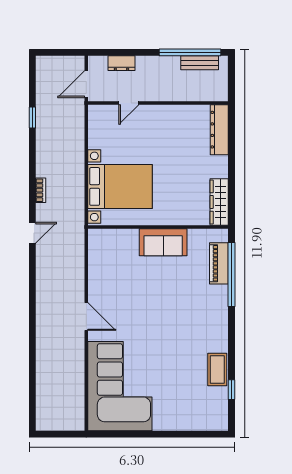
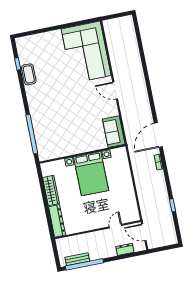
door: (86, 84) -> (144, 232), swing flipped
bed with nightstands: (120, 186) -> (91, 174), moved, turned -90
wardrobe: (219, 202) -> (51, 191), moved
door: (32, 233) -> (158, 135), width x1.87
sofa: (163, 242) -> (114, 132), moved, turned -90
piano: (219, 263) -> (41, 139), removed

